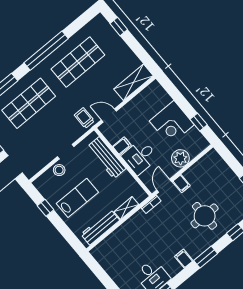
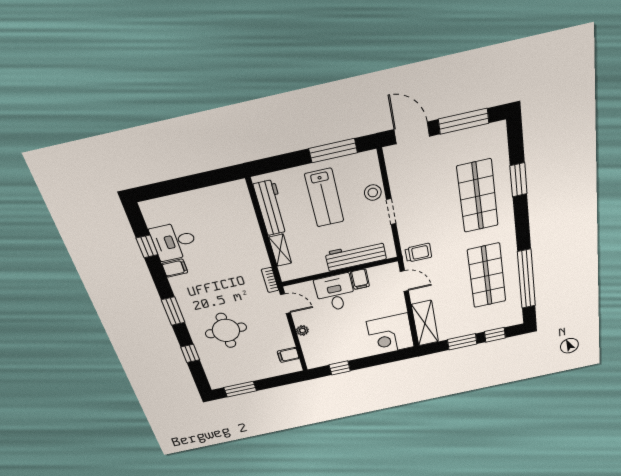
window: (135, 46) -> (462, 342), added
window: (46, 51) -> (526, 279), moved
door: (109, 116) -> (404, 281), hinge flipped
corner desk: (172, 123) -> (390, 334), moved, turned -90
plant: (180, 158) -> (302, 330), width x0.53, depth x0.53
filing cabinet: (181, 184) -> (288, 355), moved
window: (46, 208) -> (333, 151), width x2.17
filing cabinet: (184, 259) -> (175, 268), moved

